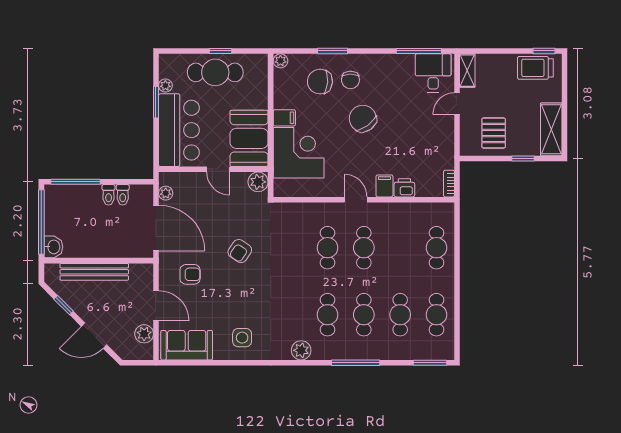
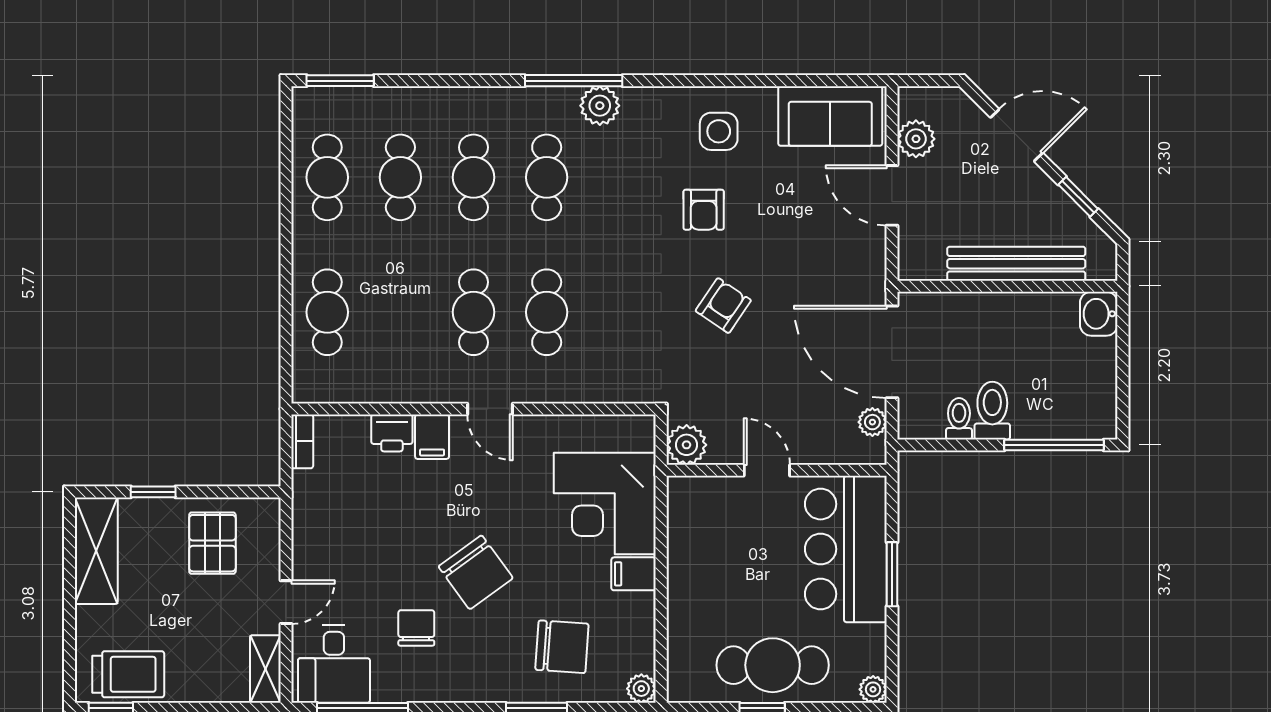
chair: (350, 80) -> (416, 628), moved
plant: (165, 86) -> (873, 689), moved
window: (156, 102) -> (892, 574), moved
booth: (249, 138) -> (705, 532), removed
toilet: (109, 195) -> (992, 411), width x1.37, depth x1.39
window: (41, 222) -> (1123, 364), removed
armchair: (190, 274) -> (704, 210), moved, turned -90
window: (356, 363) -> (574, 81), moved

